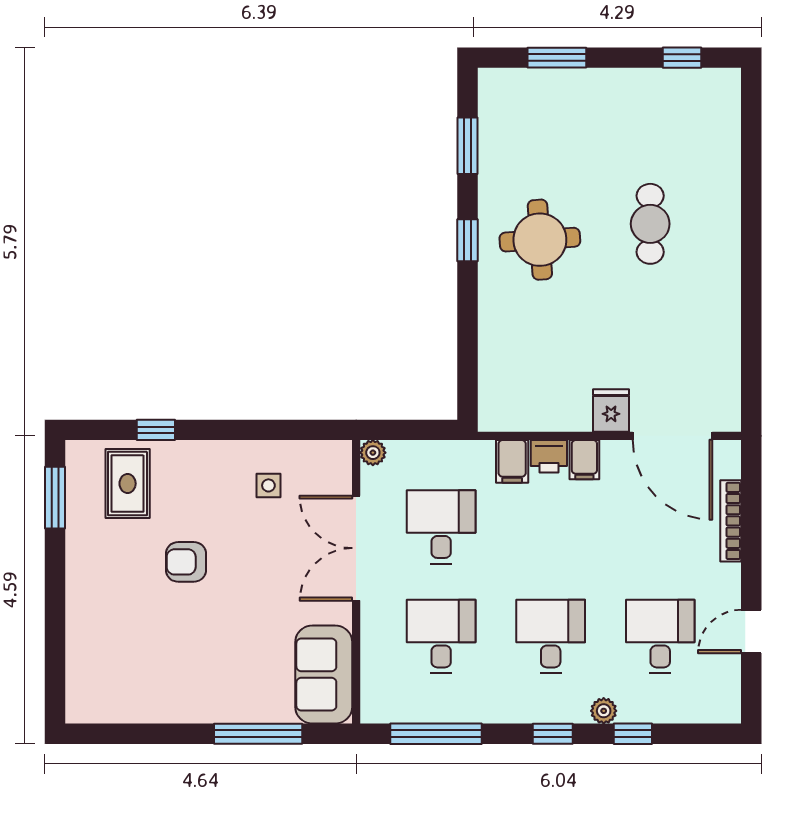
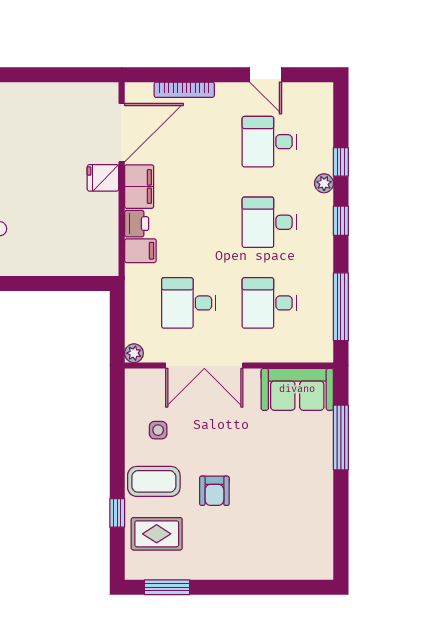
filing cabinet: (584, 460) -> (139, 187), width x2.00
coffee table: (199, 480) -> (154, 481), added

